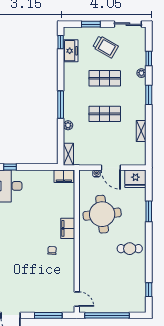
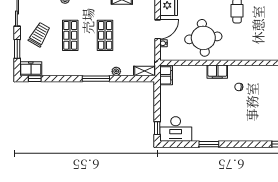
freezer: (71, 51) -> (31, 69), moved

